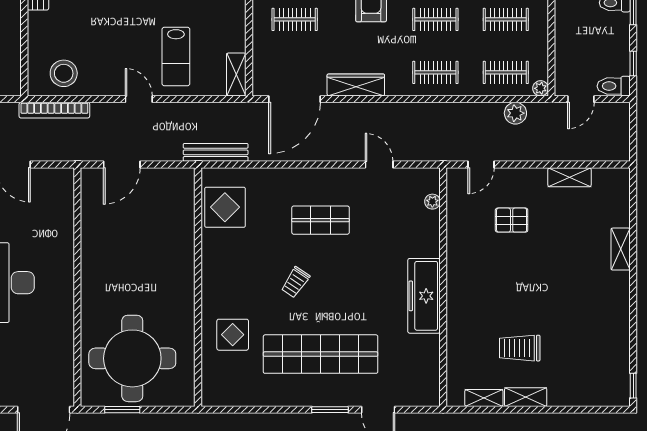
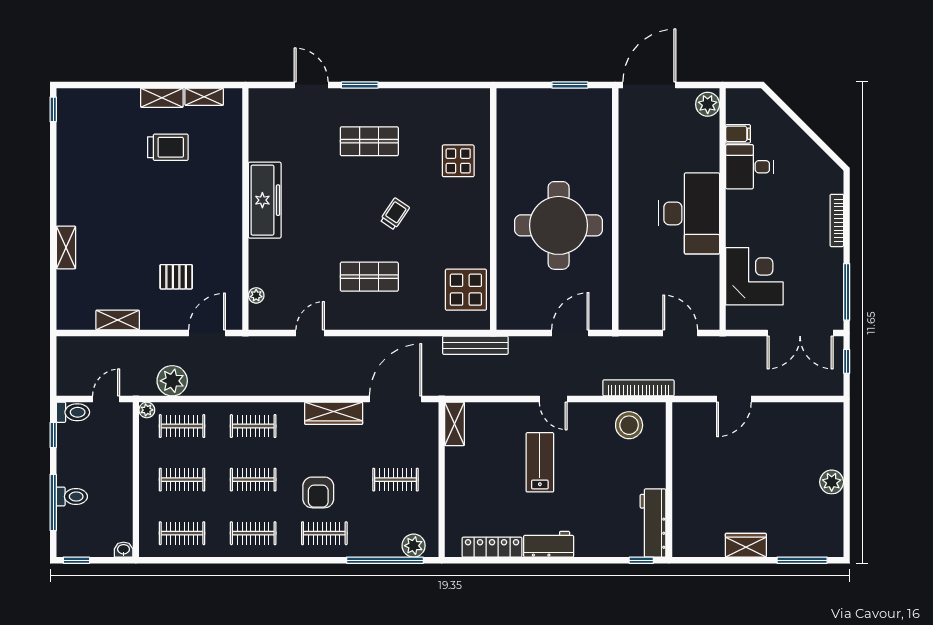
lab bench: (176, 57) -> (540, 462), moved
plant: (515, 113) -> (172, 381), width x1.36, depth x1.36
door: (379, 164) -> (310, 333), swing flipped
door: (481, 164) -> (207, 333), width x1.38
shop shelf: (321, 354) -> (369, 141), width x0.50, depth x0.74
round table: (132, 358) -> (559, 225), moved

